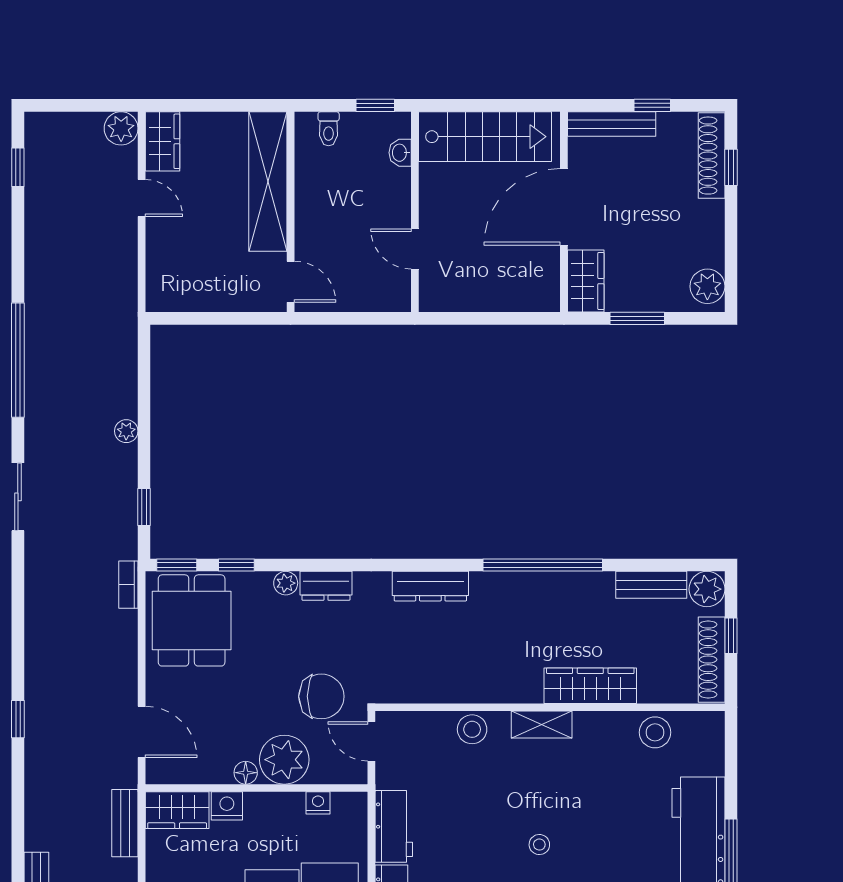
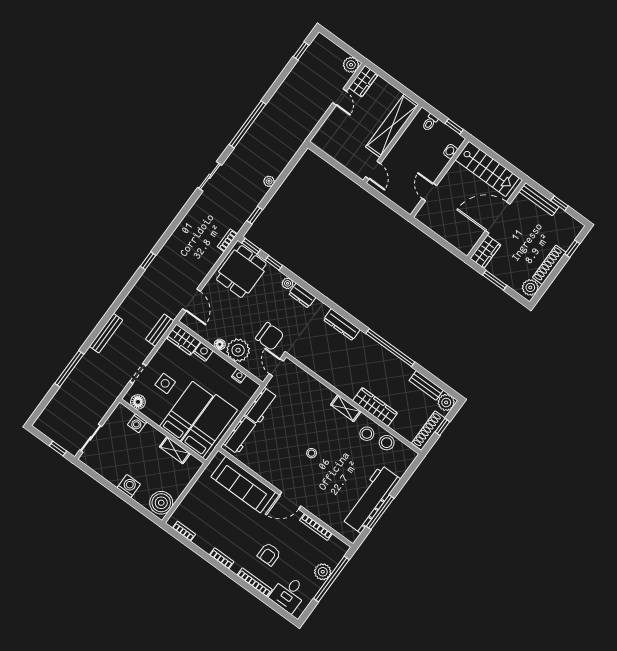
shoe rack: (712, 156) -> (549, 265), moved
stool: (472, 729) -> (367, 434), moved

